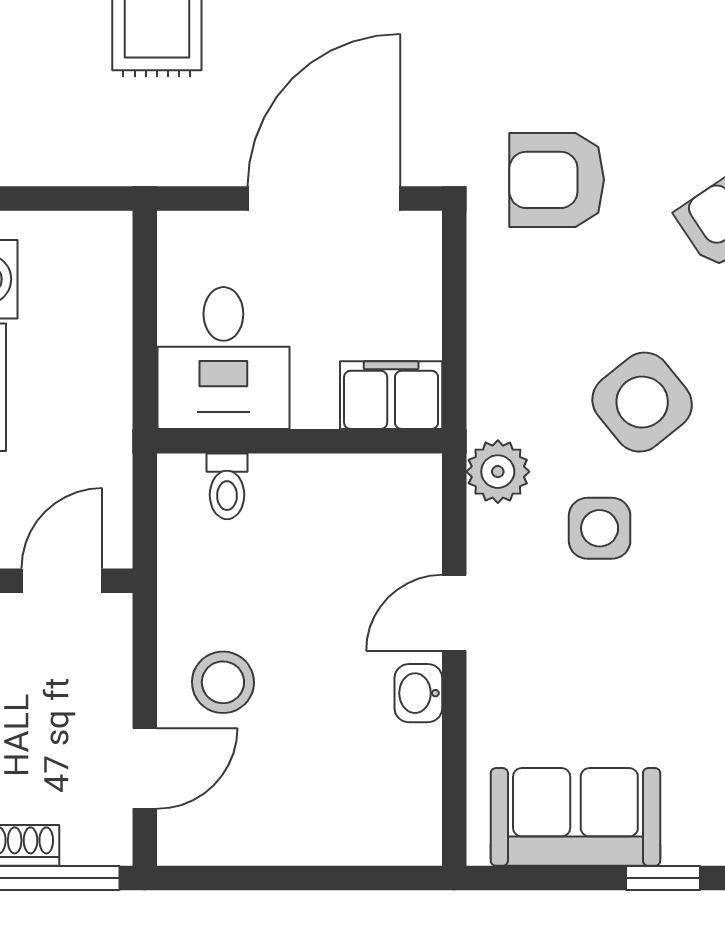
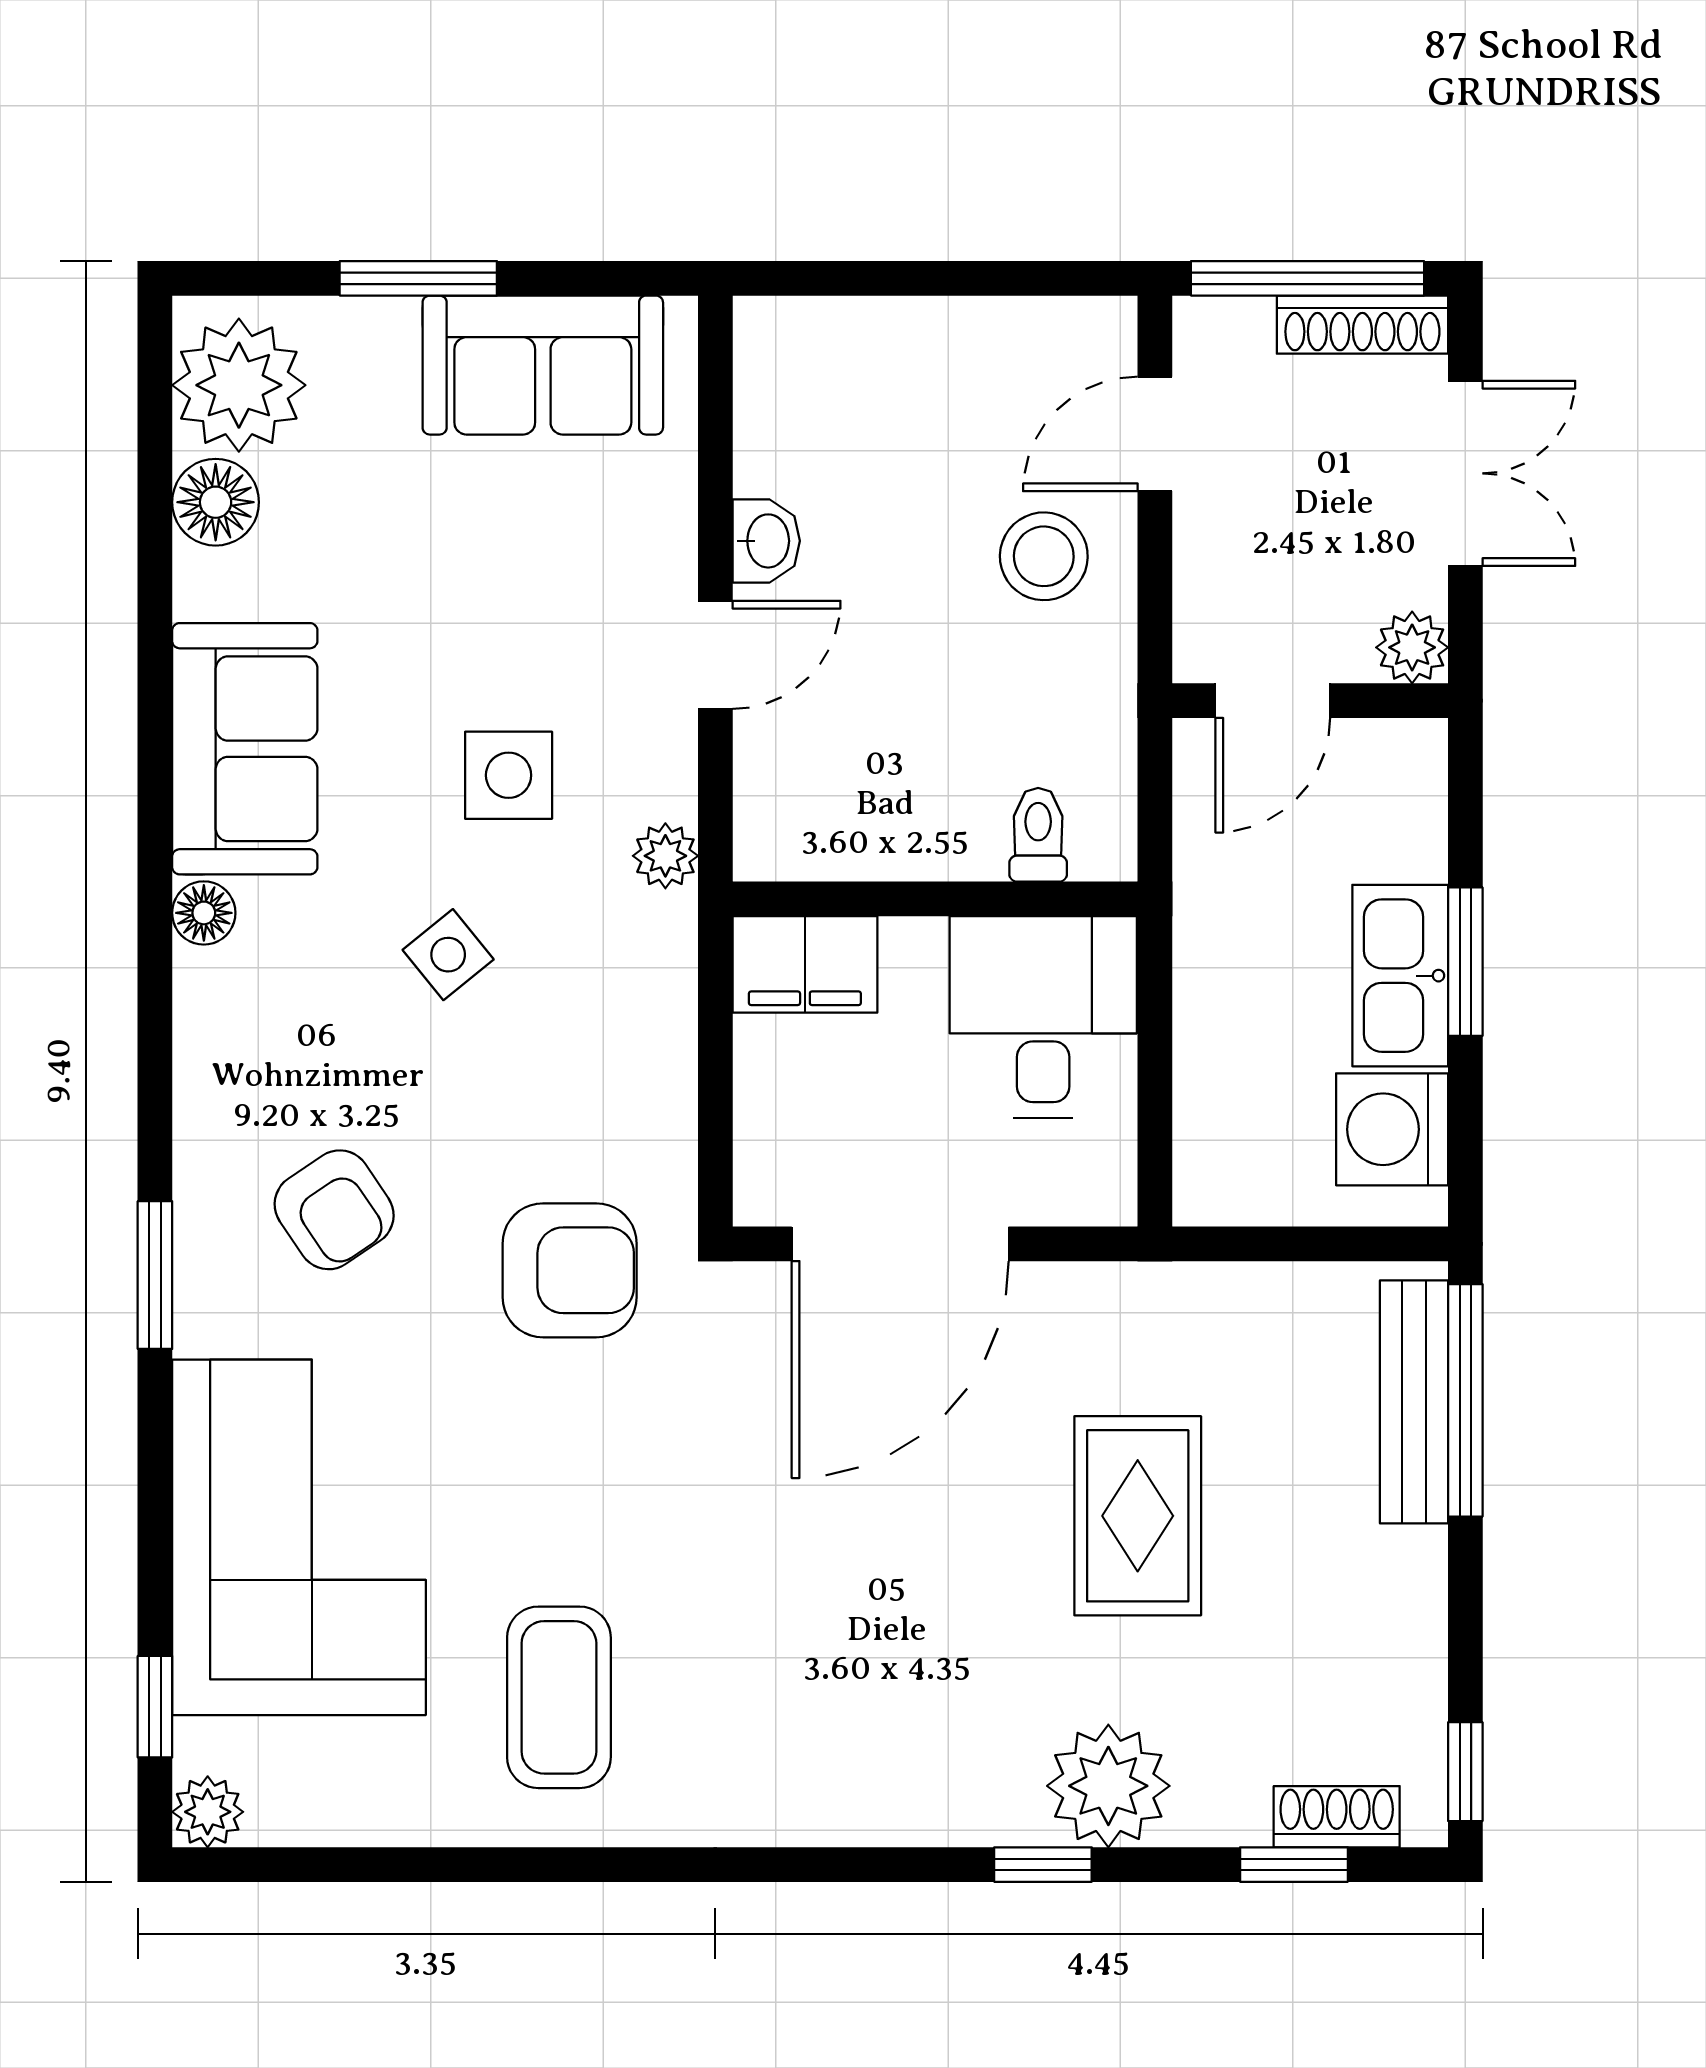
side table: (642, 402) -> (448, 955), width x0.54, depth x0.54
plant: (498, 472) -> (665, 856), width x0.73, depth x0.73
window: (663, 878) -> (418, 278), width x1.50

